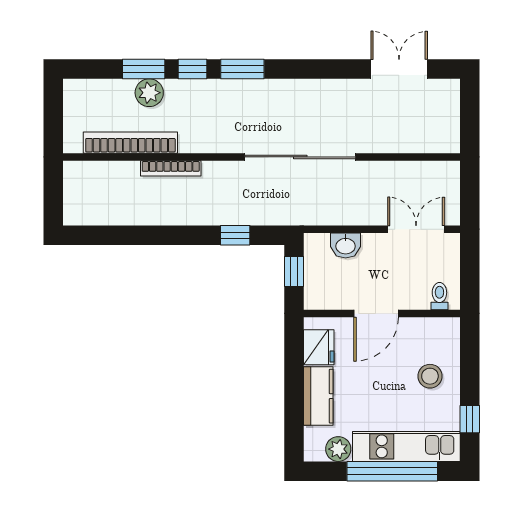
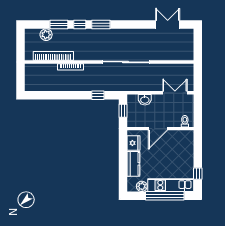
plant: (149, 93) -> (46, 35), moved
stool: (430, 376) -> (181, 155), removed

